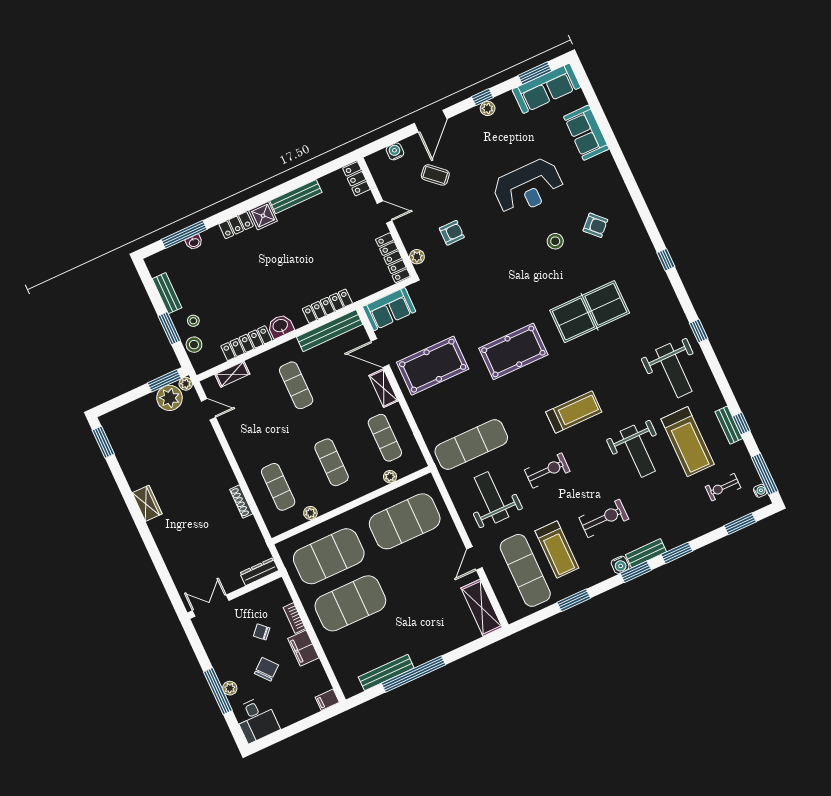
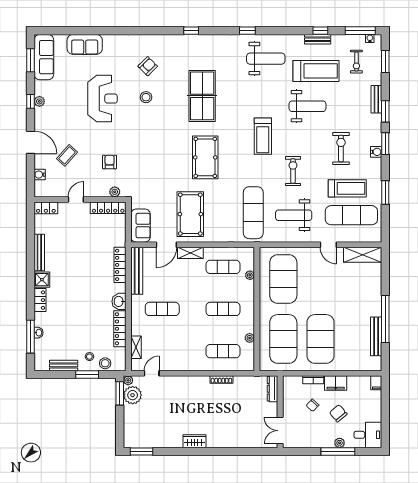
treadmill: (574, 412) -> (263, 136), turned 180
bench: (646, 553) -> (376, 99), moved

